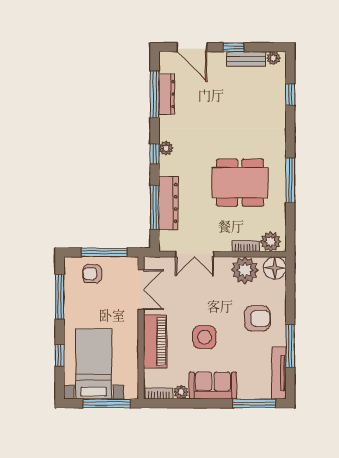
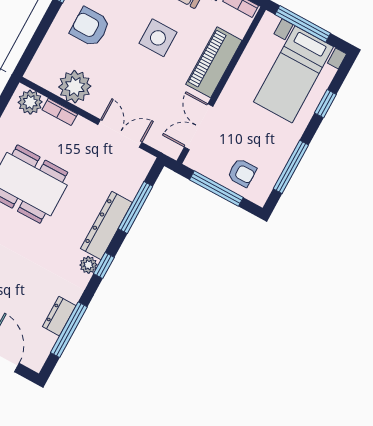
dresser: (167, 94) -> (59, 316), width x0.70
dresser: (168, 203) -> (106, 225), moved
floor lamp: (275, 268) -> (41, 71), removed

